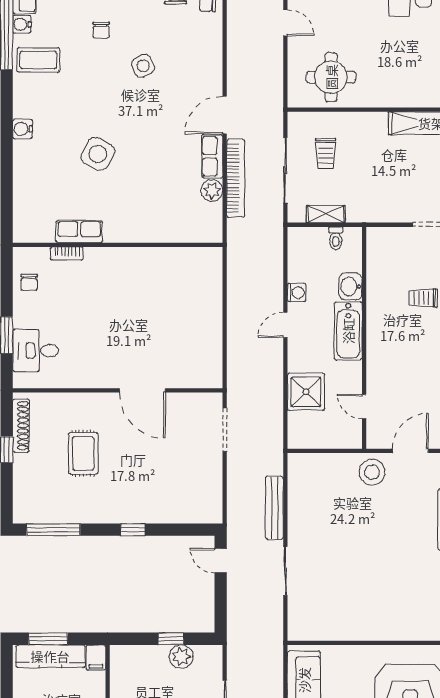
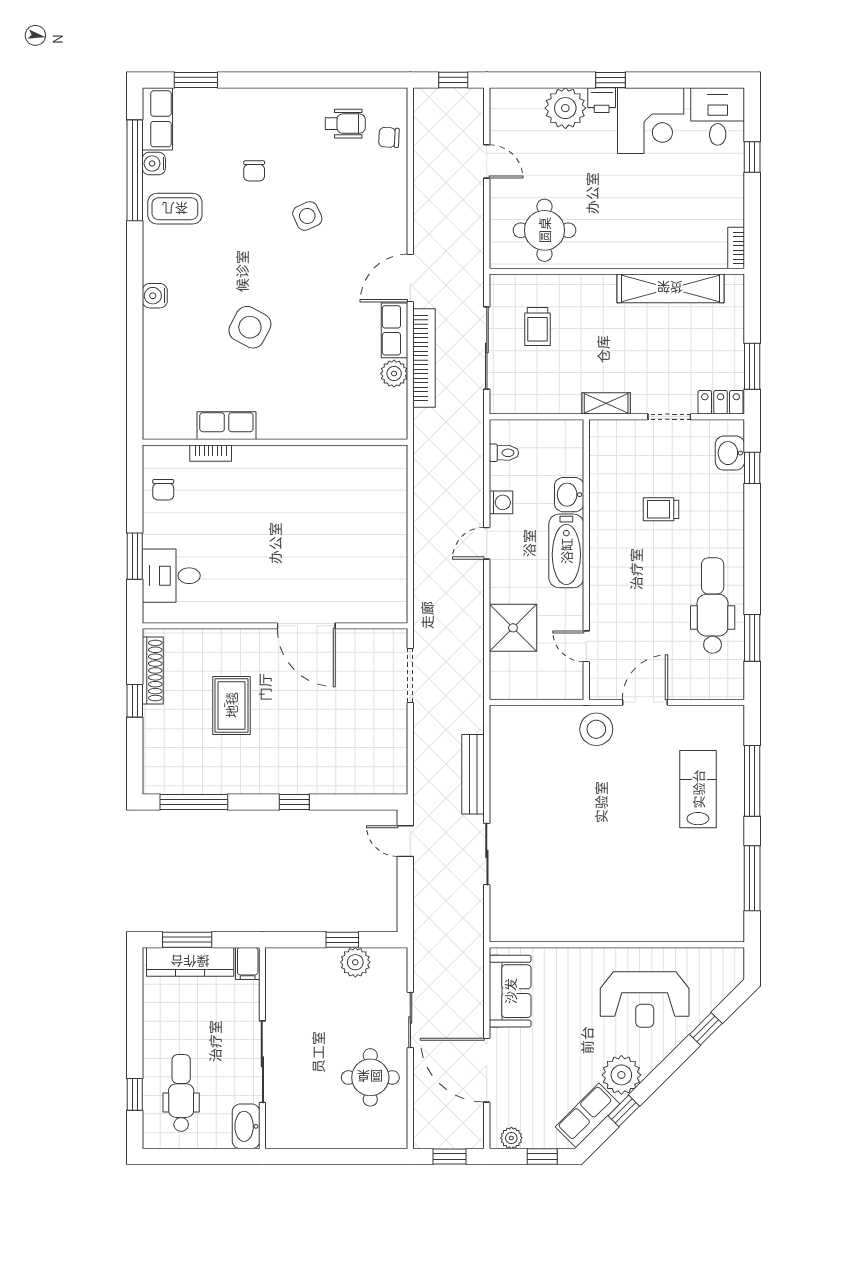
shelving: (326, 214) -> (606, 403), moved
toilet: (336, 238) -> (504, 453), moved, turned -90

